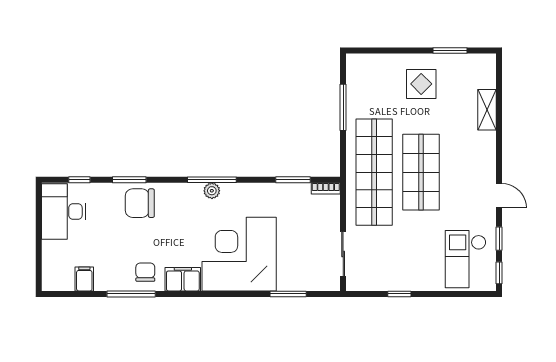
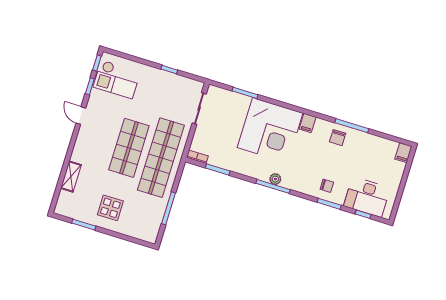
chair: (140, 203) -> (327, 186), width x0.54, depth x0.54
desk: (64, 211) -> (367, 197), moved, turned 90
checkout: (466, 259) -> (117, 79), turned 90
filing cabinet: (84, 279) -> (403, 153), moved
filing cabinet: (183, 279) -> (308, 123), width x0.50

